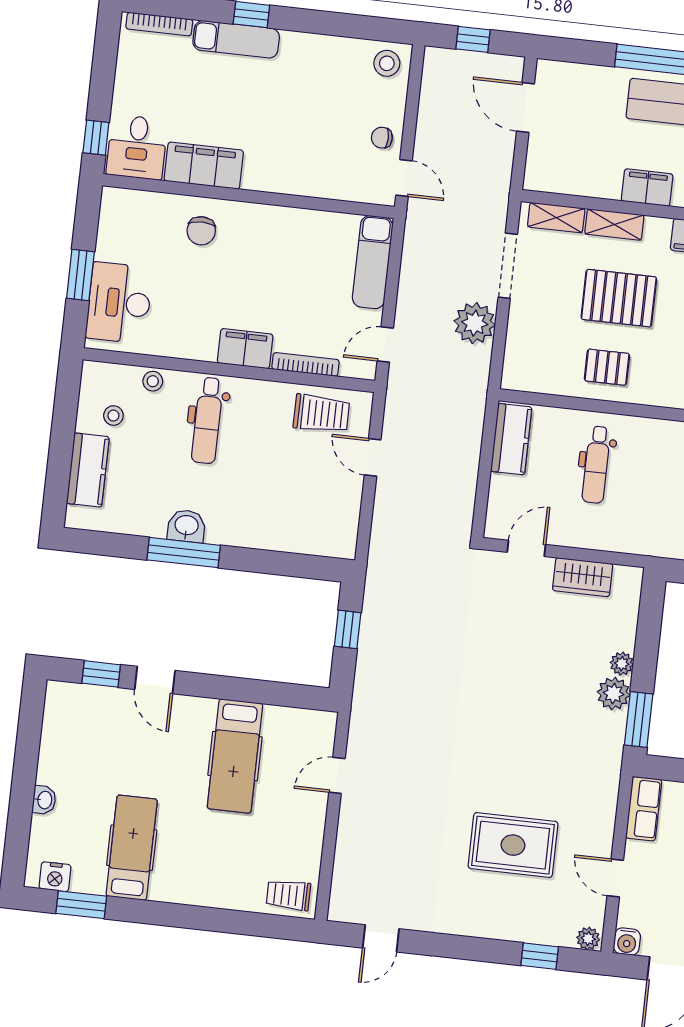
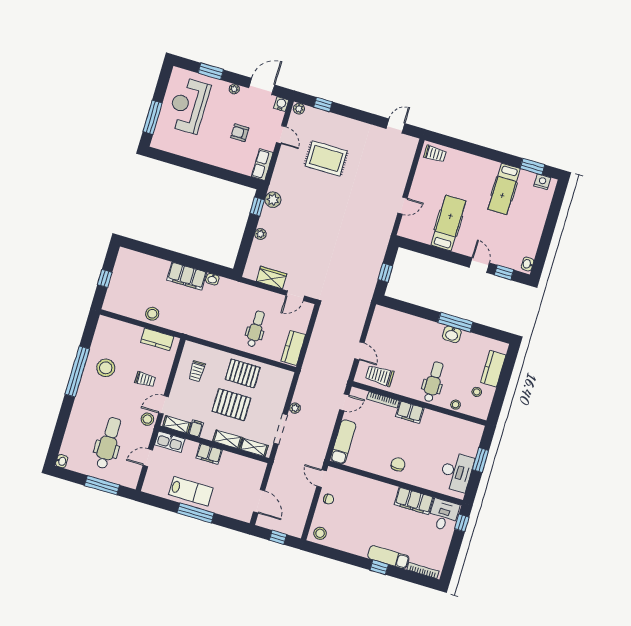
chair: (201, 231) -> (398, 464), moved
desk: (119, 303) -> (456, 472), moved
plant: (475, 323) -> (295, 408), width x0.53, depth x0.53
pallet: (607, 367) -> (243, 373), width x1.50, depth x1.42
plant: (614, 694) -> (273, 200), moved
window: (639, 719) -> (257, 207), width x0.67
washbasin: (44, 800) -> (527, 264), moved

